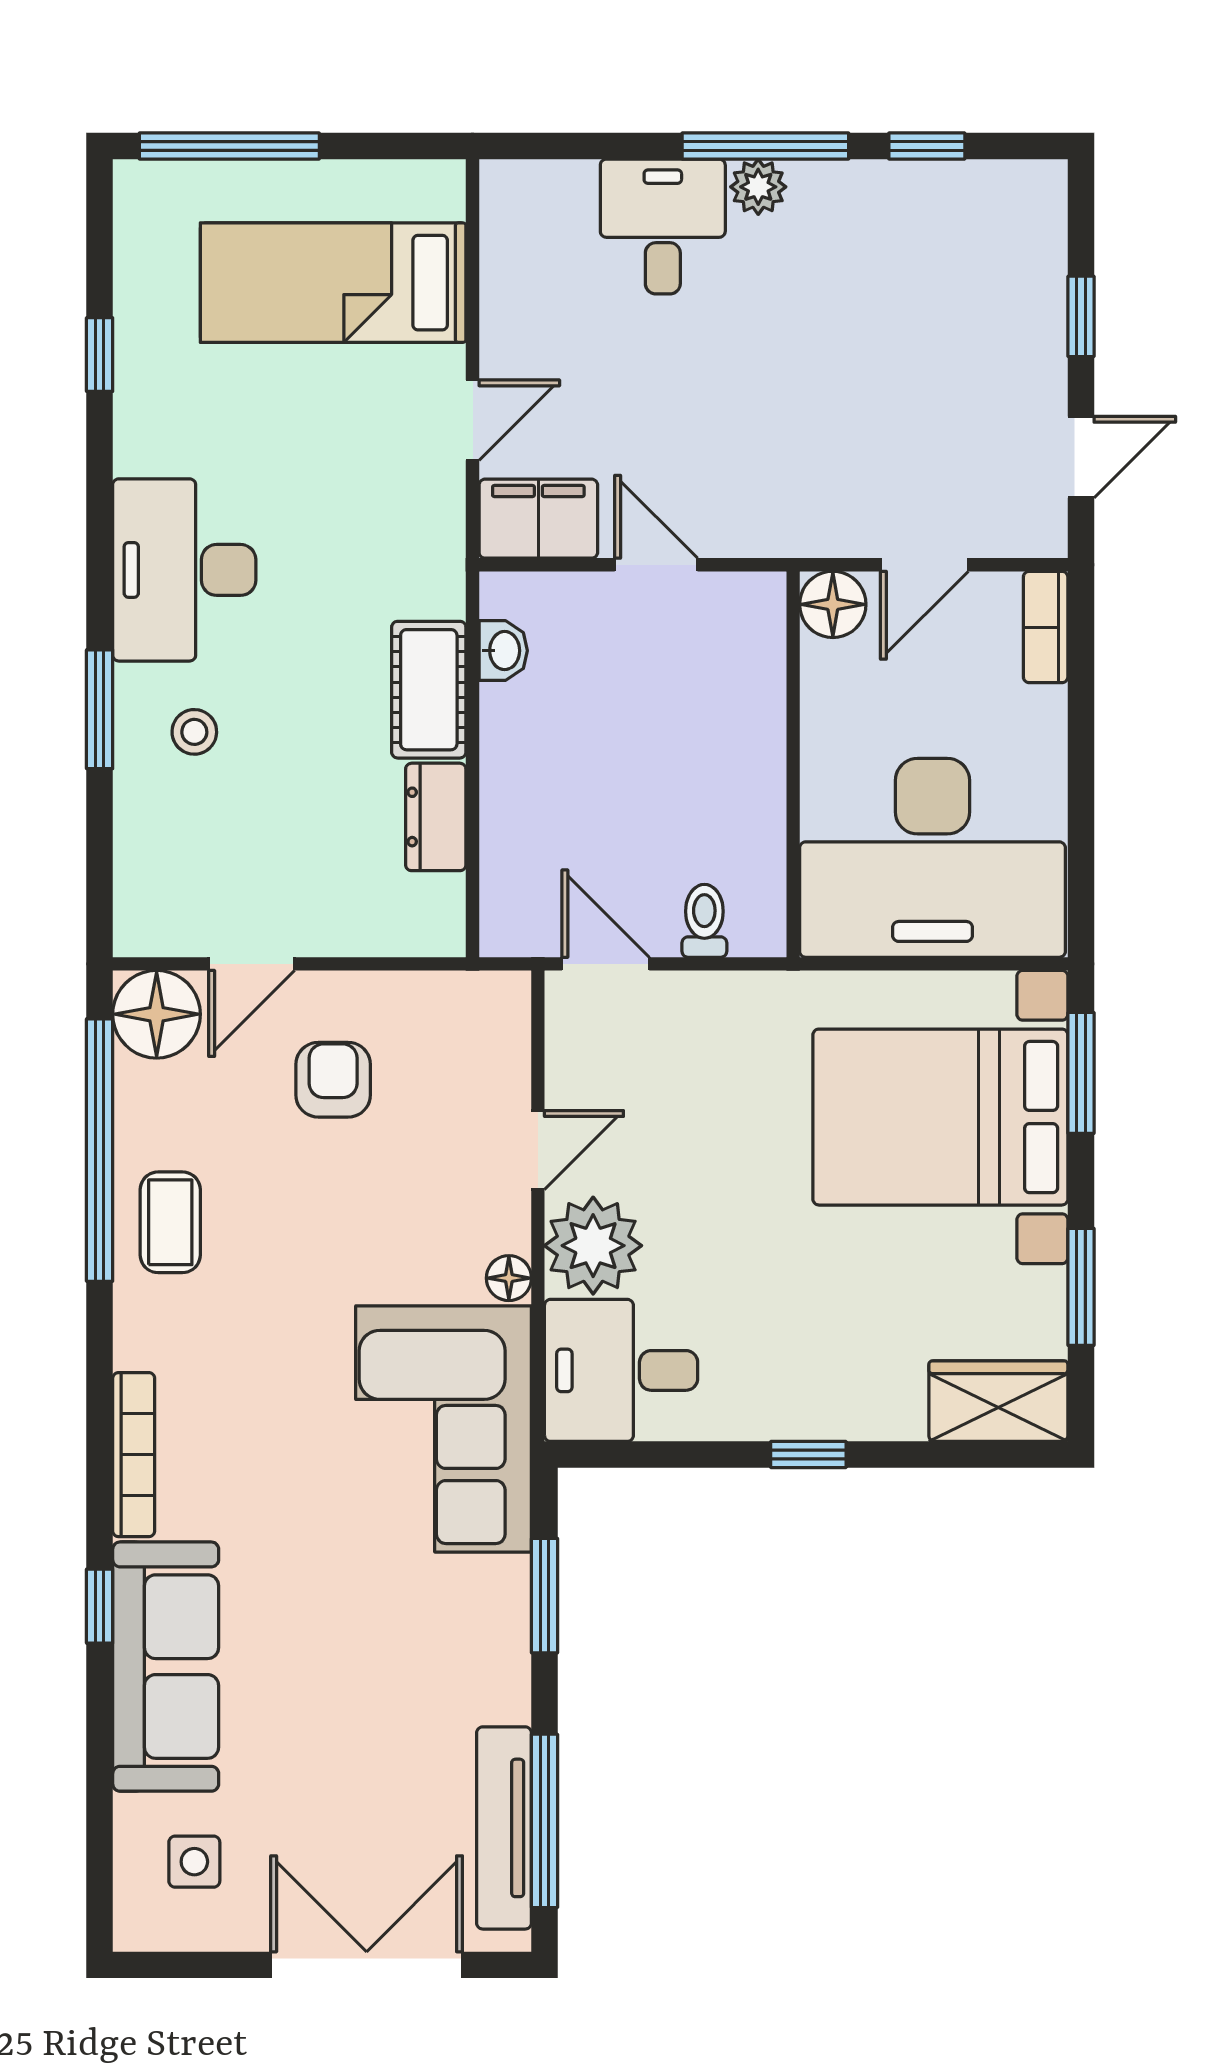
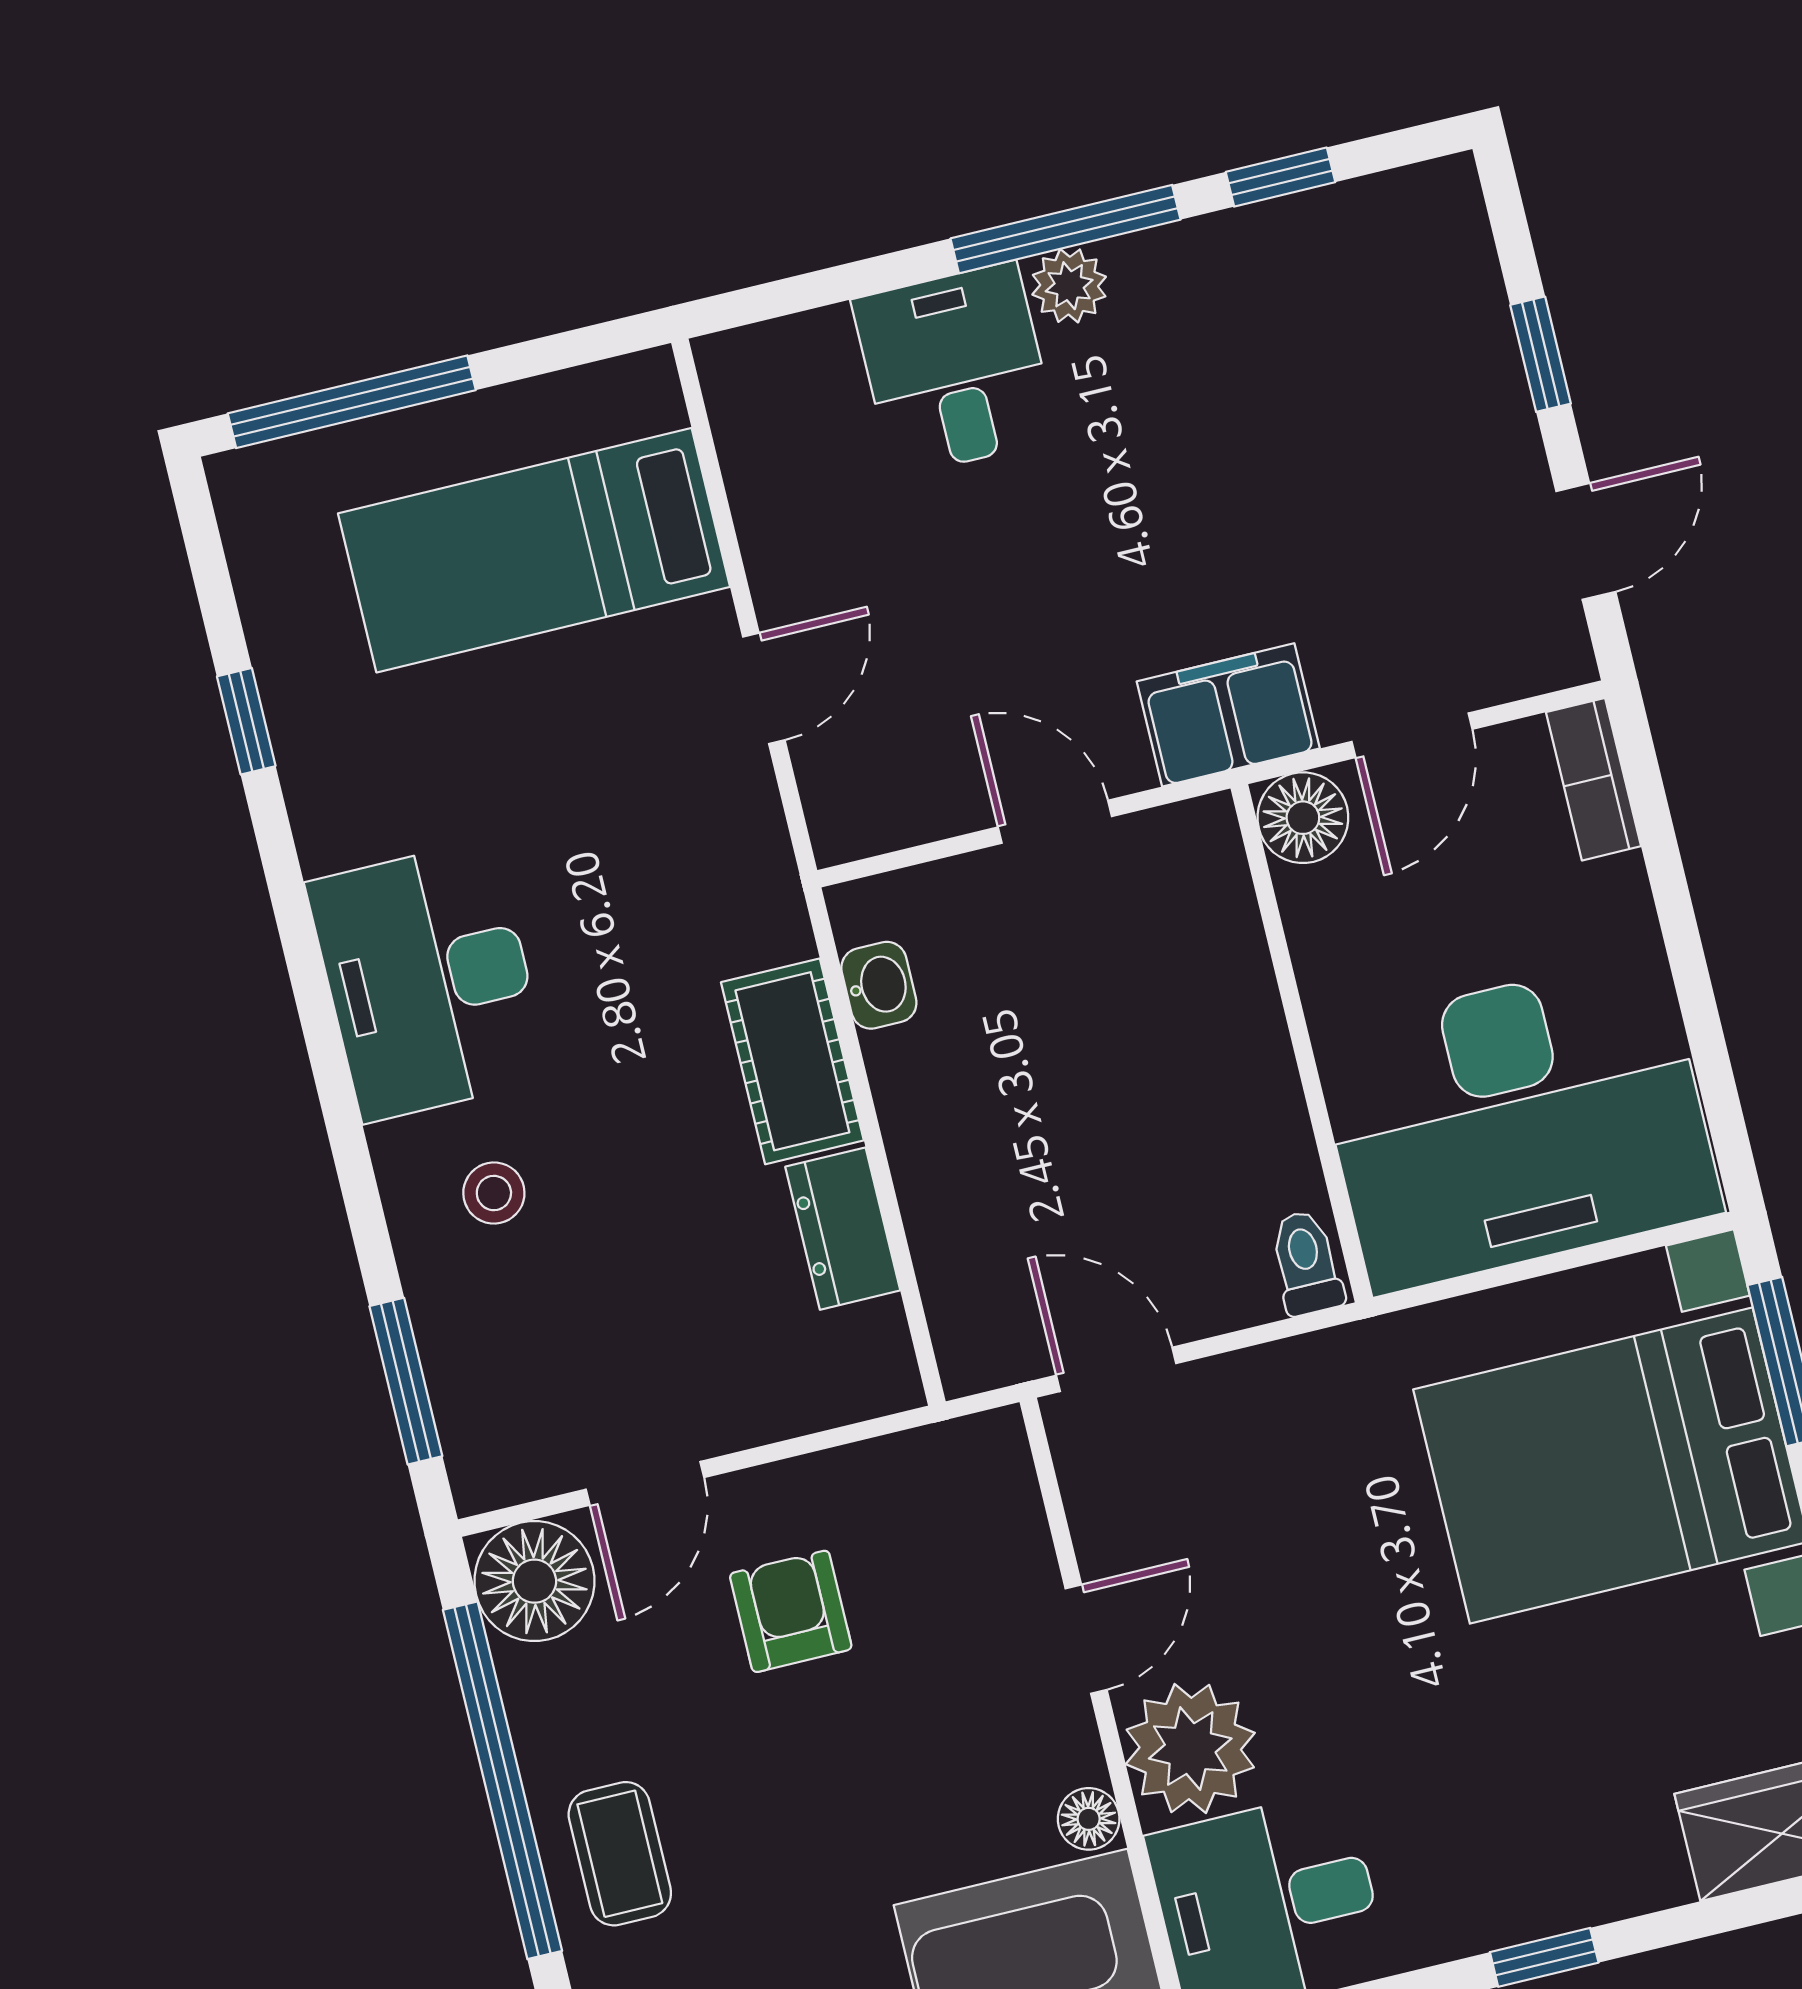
filing cabinet: (538, 519) -> (1228, 715), moved
window: (100, 709) -> (406, 1381), moved
toilet: (704, 921) -> (1306, 1263), moved

